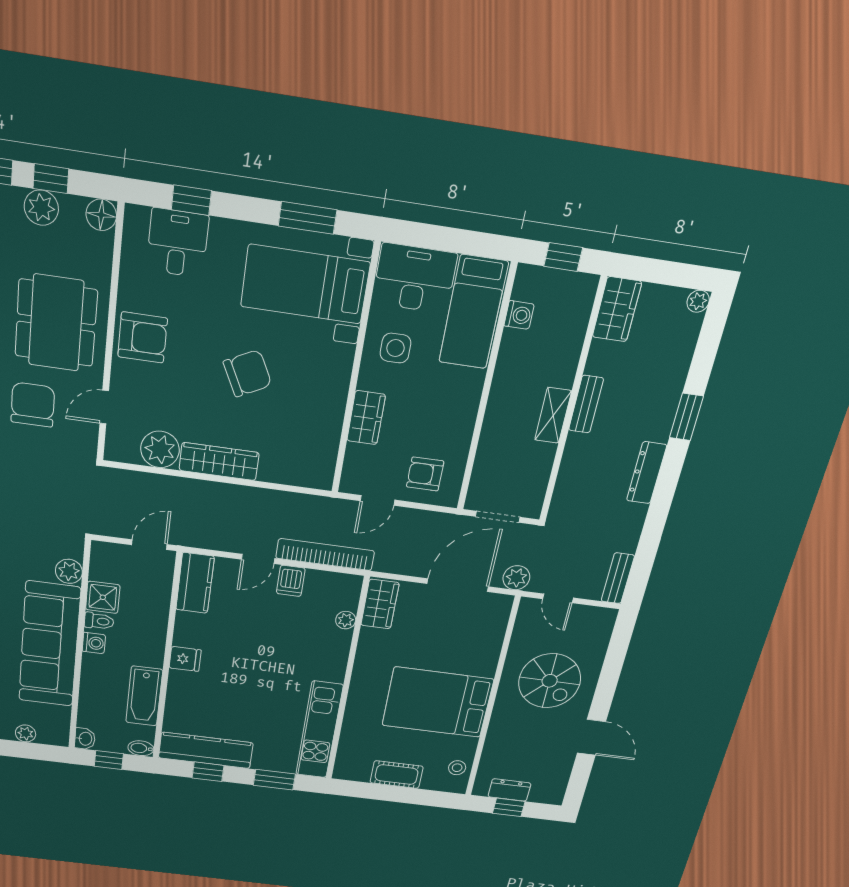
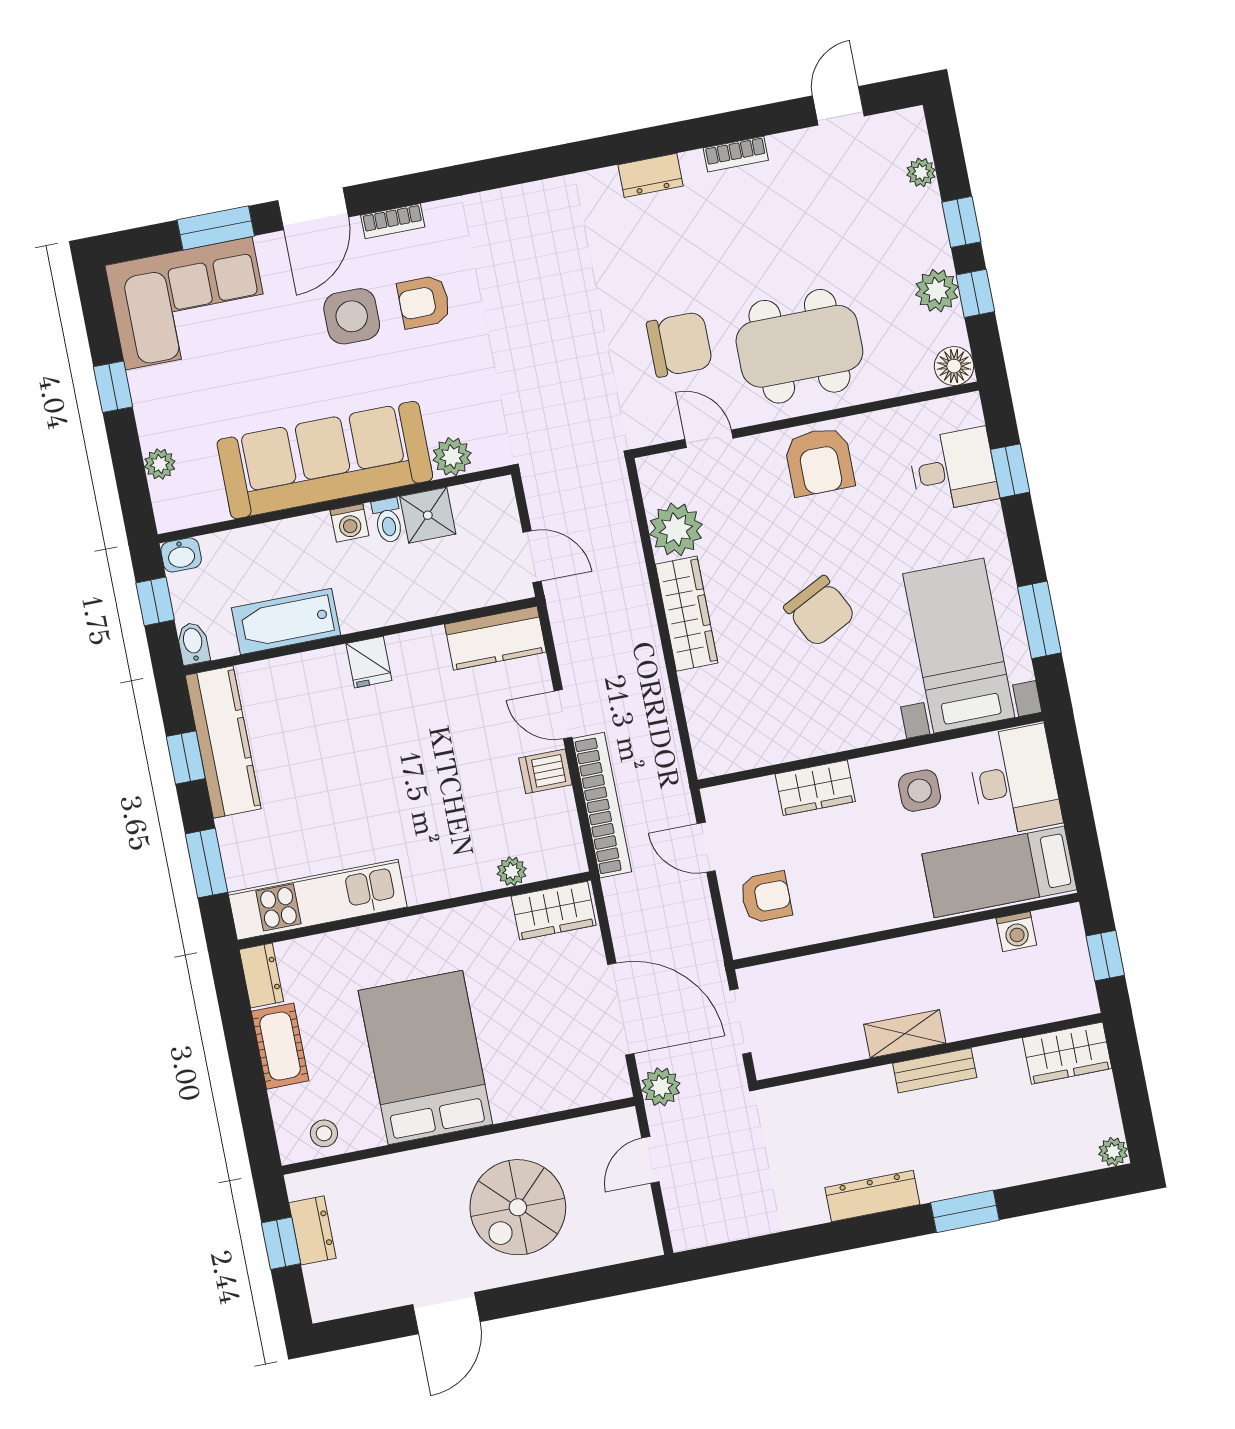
armchair: (425, 474) -> (766, 897), turned 90
bench: (618, 578) -> (710, 1230), removed
dresser: (352, 772) -> (261, 976), added

